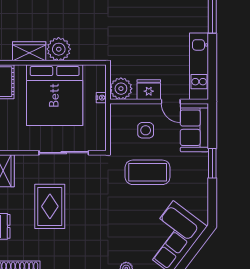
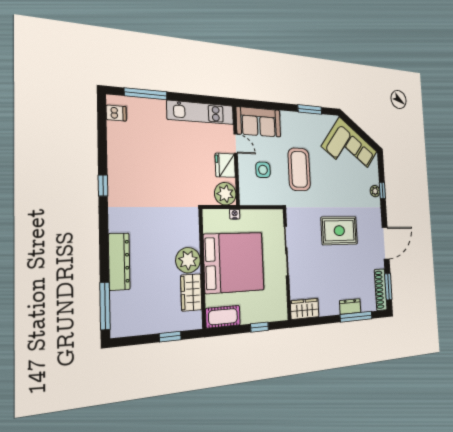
door: (171, 102) -> (236, 144), hinge flipped
window: (212, 163) -> (310, 109), moved
rug: (50, 206) -> (339, 231), moved

